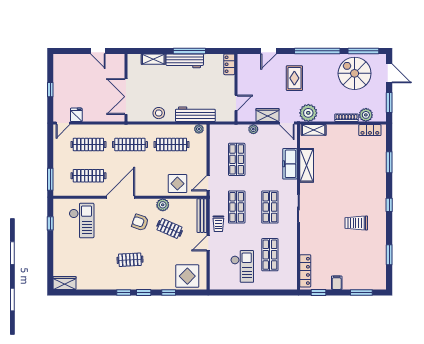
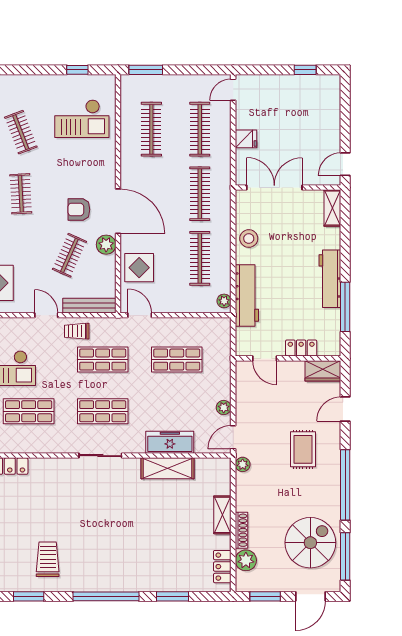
door: (98, 51) -> (345, 164), moved
window: (189, 51) -> (345, 307), moved
door: (269, 51) -> (345, 409), hinge flipped
shelving: (153, 59) -> (332, 208), moved
locker: (229, 64) -> (301, 348), moved
rug: (294, 78) -> (303, 449), turned 90
window: (50, 90) -> (305, 70), moved
plant: (308, 113) -> (243, 464), width x0.53, depth x0.53
fridge: (76, 115) -> (246, 139), moved
wardrobe: (268, 115) -> (323, 371), moved, turned 90
door: (63, 123) -> (233, 90), hinge flipped
plant: (253, 129) -> (224, 408), moved
shelving: (314, 130) -> (222, 515), moved
door: (120, 197) -> (118, 211), moved
window: (389, 205) -> (106, 596), width x3.17
armchair: (140, 222) -> (79, 210), turned -109
trolley: (356, 223) -> (48, 559), moved
clothes rail: (90, 260) -> (21, 132), added

